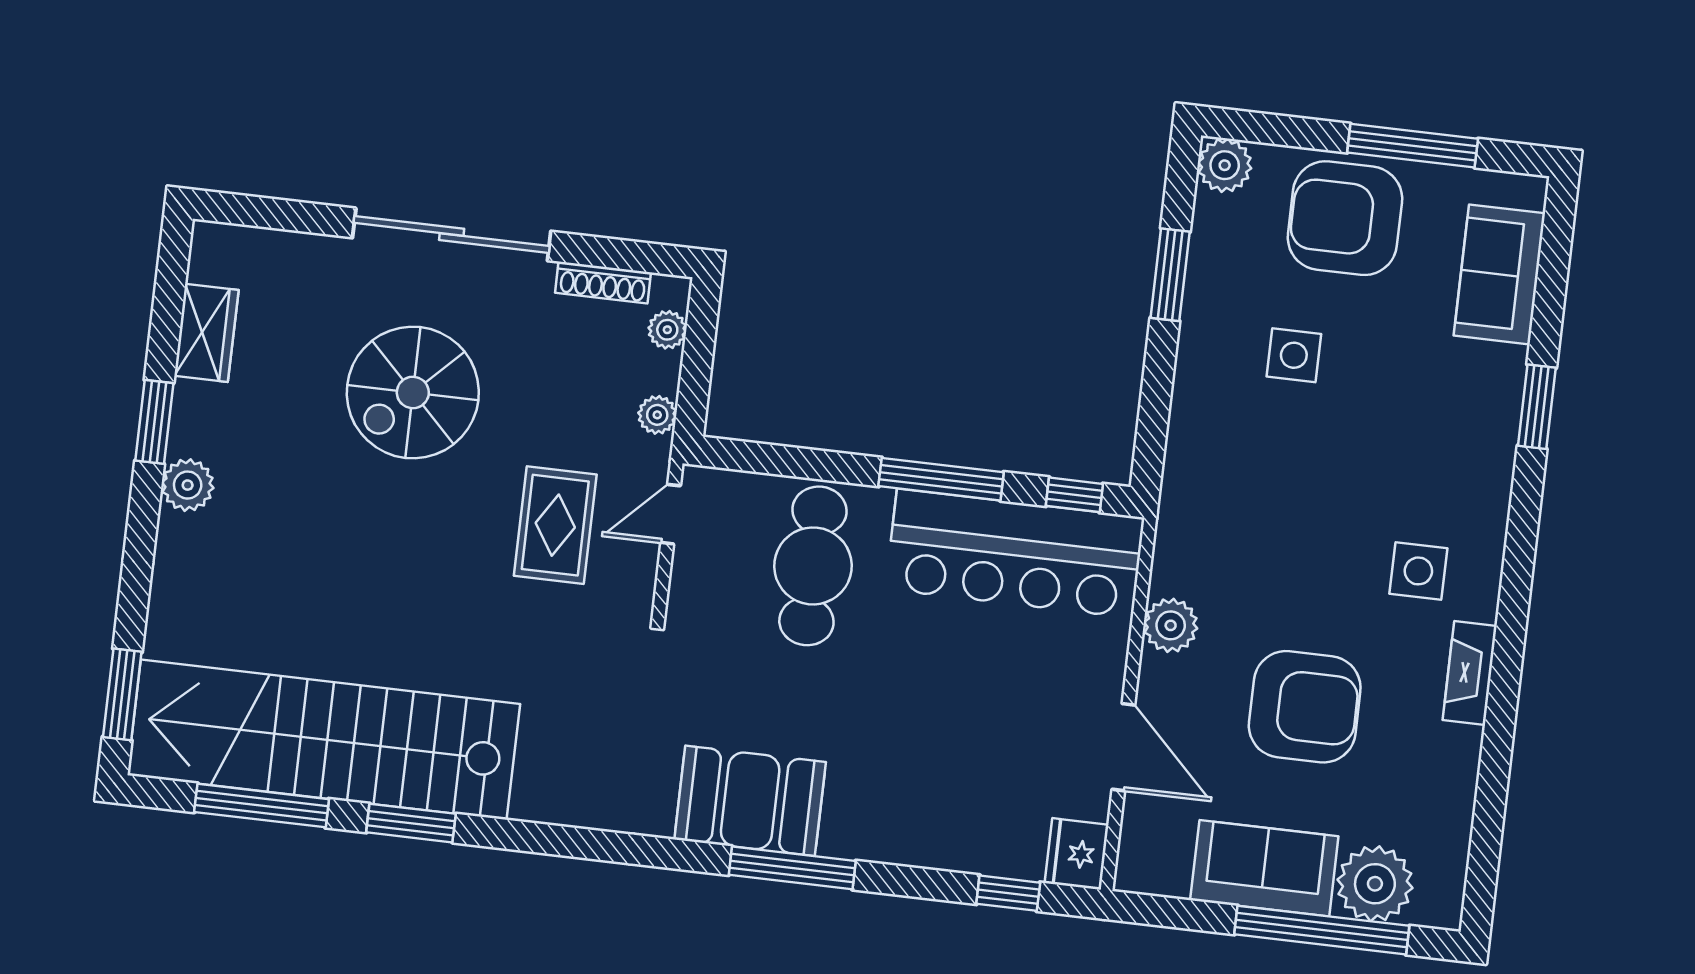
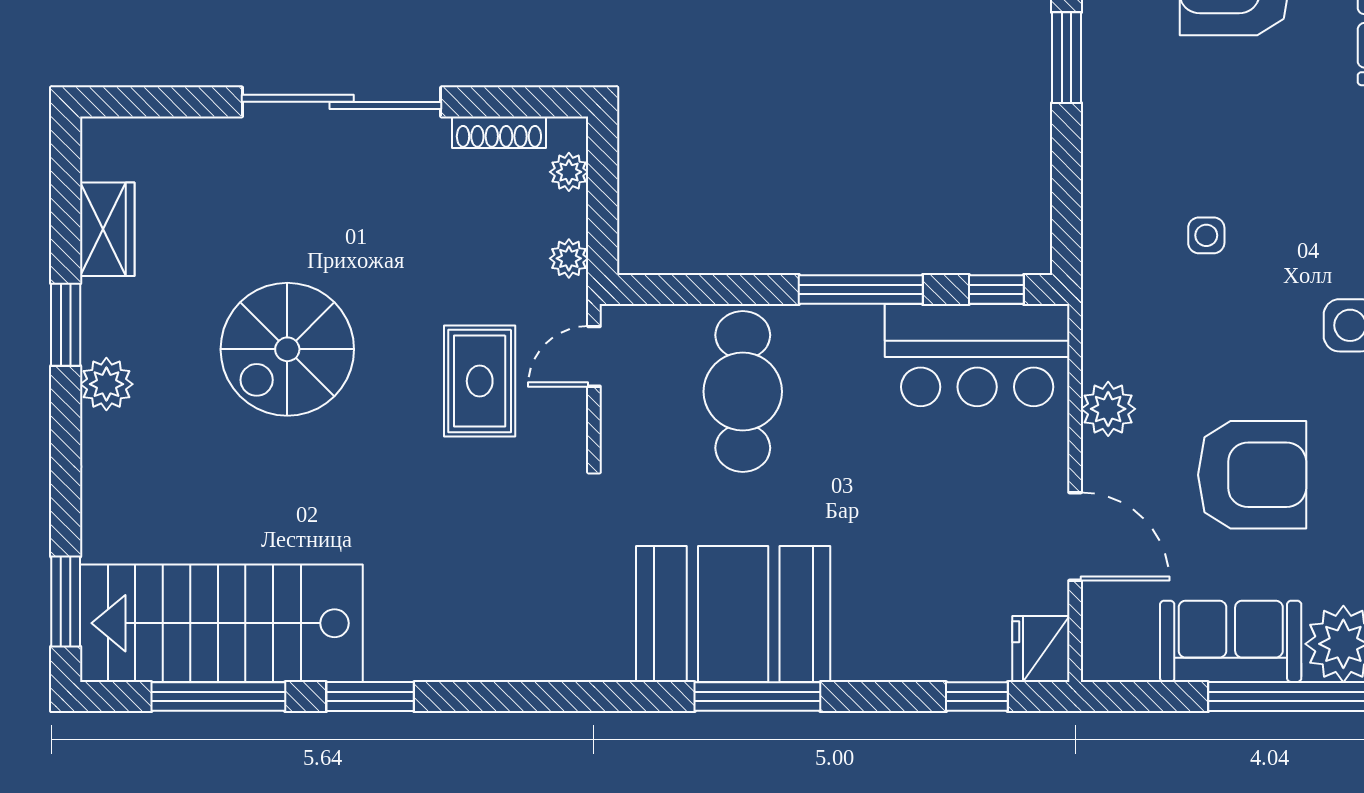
side table: (1294, 355) -> (1206, 235), moved, width x0.73, depth x0.73
spiral stairs: (413, 392) -> (287, 349), moved
bar counter: (1015, 553) -> (977, 355), width x0.73
stairs: (324, 740) -> (221, 623), width x0.73
booth: (750, 801) -> (733, 614), width x1.36, depth x1.42

